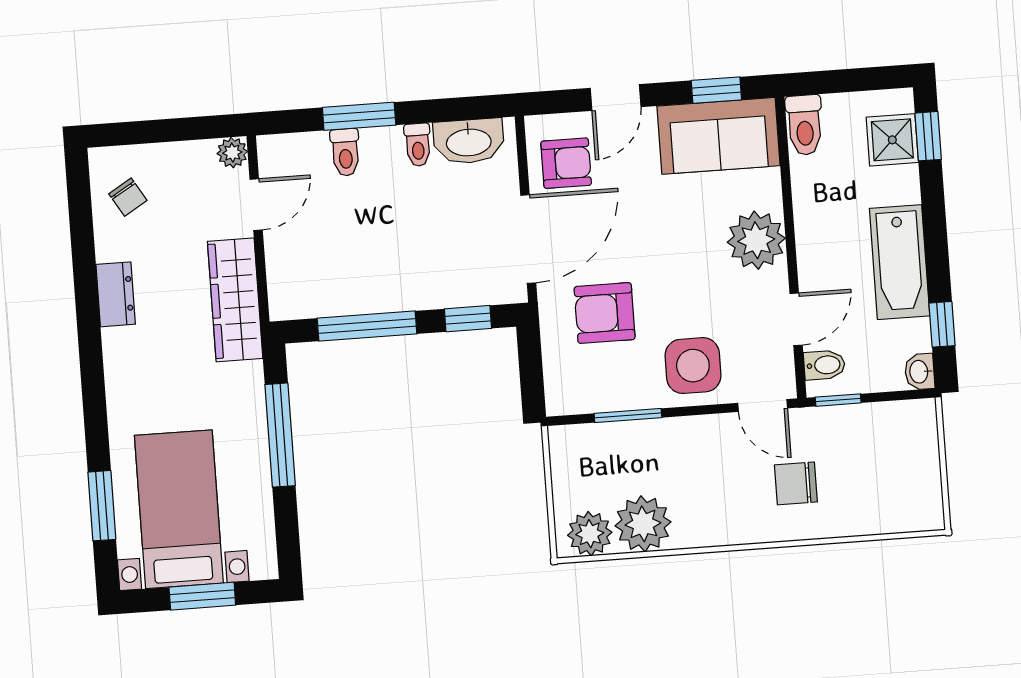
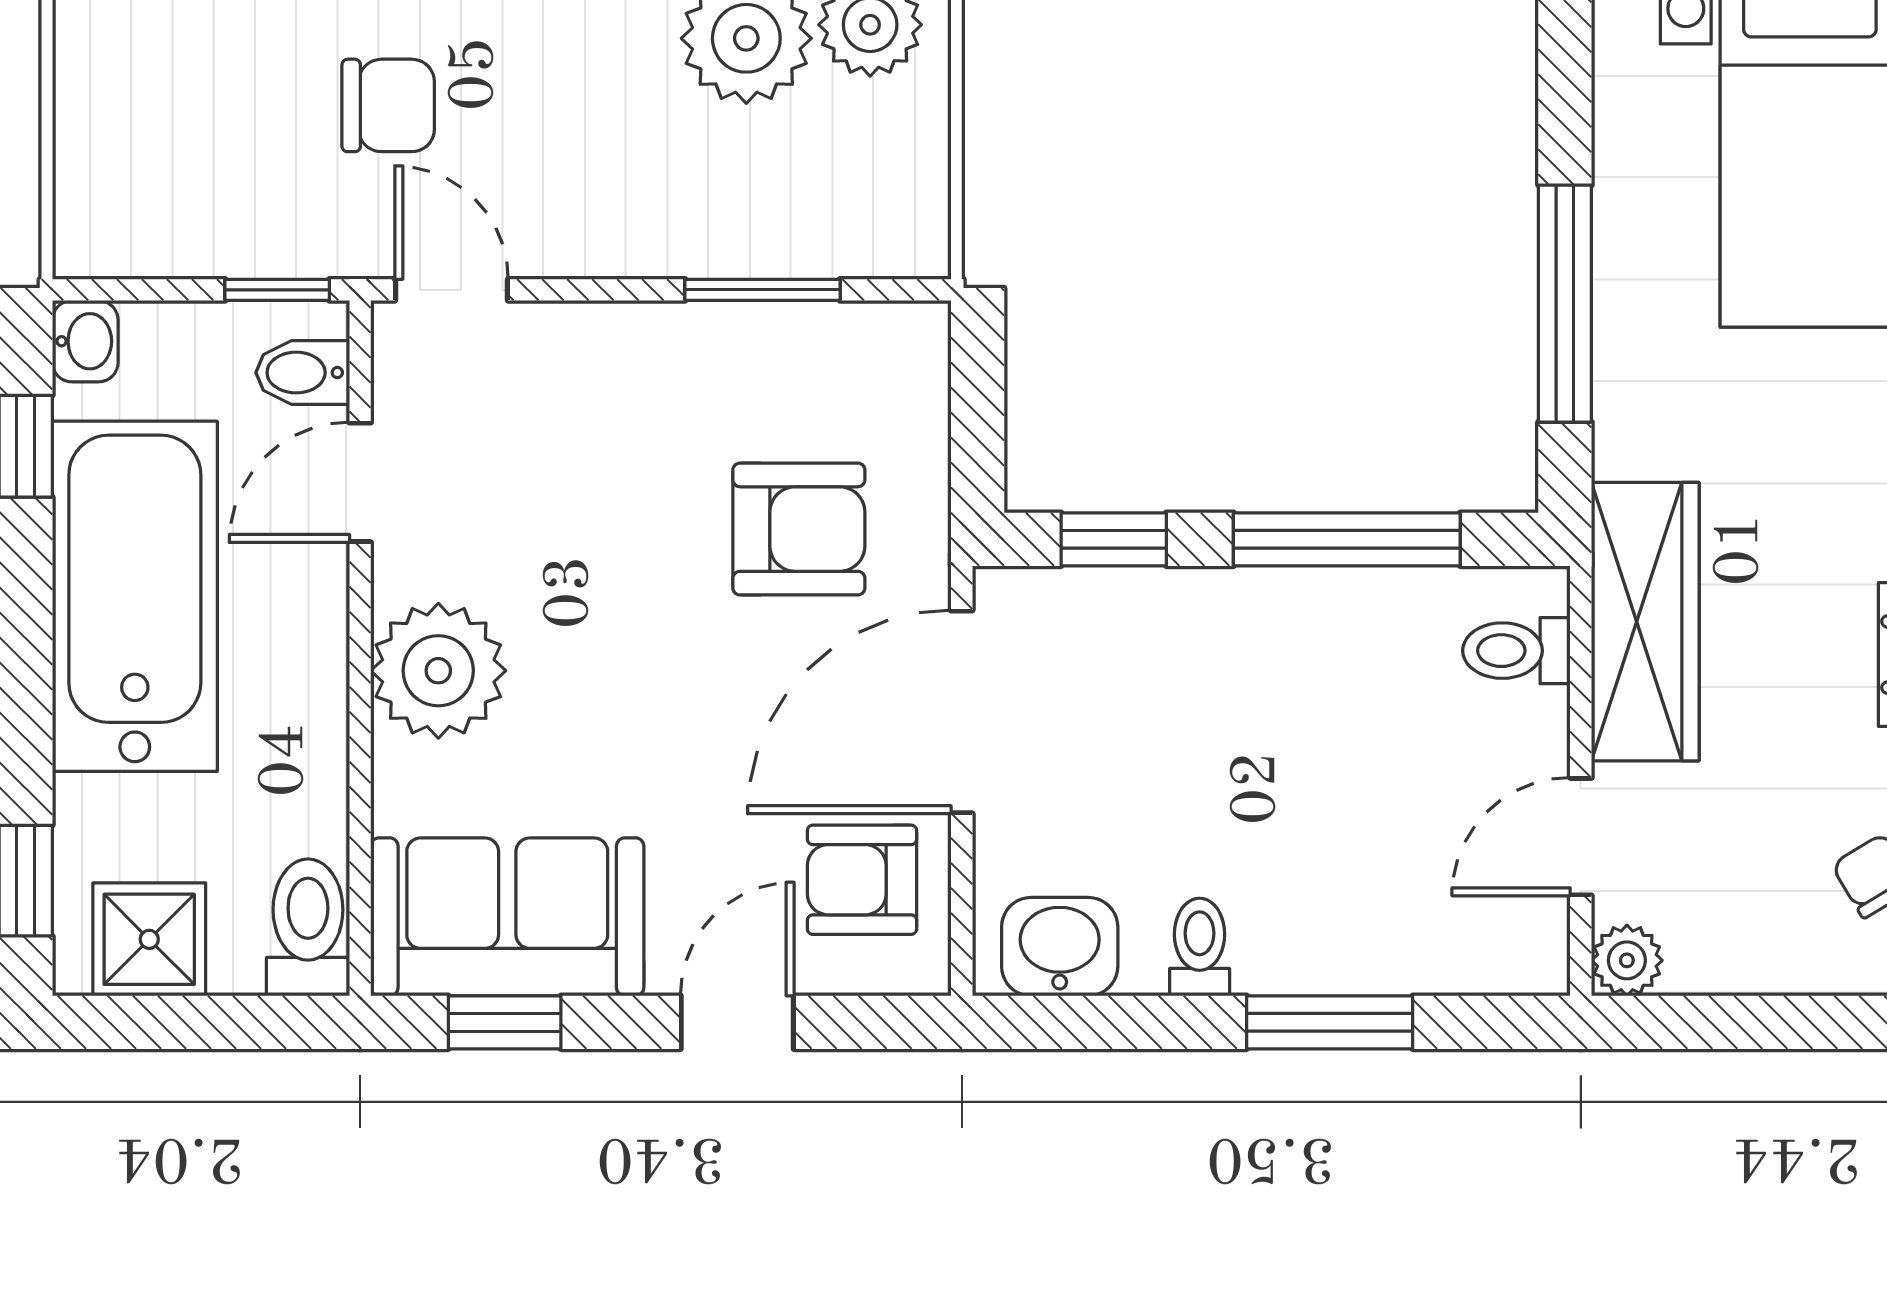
shower: (892, 140) -> (149, 939), moved
washbasin: (469, 141) -> (1060, 947), width x0.72
toilet: (345, 152) -> (1516, 651), moved, turned -90
bathtub: (900, 262) -> (135, 596), width x1.36, depth x1.36
side table: (693, 366) -> (605, 393), removed

